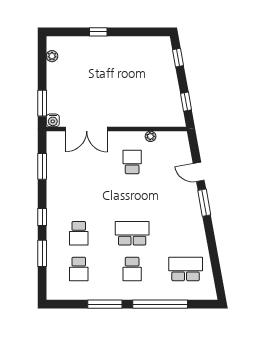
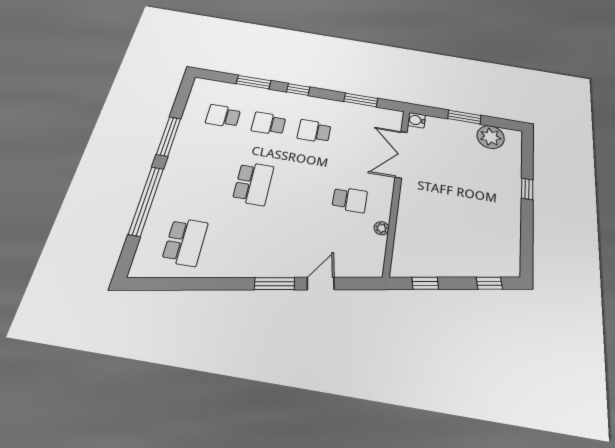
plant: (52, 56) -> (491, 137), width x1.88, depth x1.88
window: (42, 103) -> (464, 117), moved
school desk: (132, 269) -> (314, 131), moved

